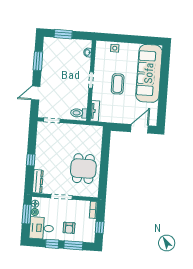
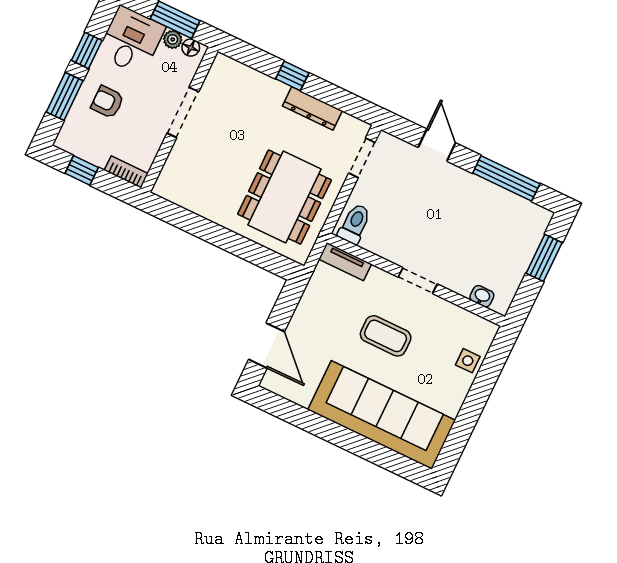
window: (38, 61) -> (506, 178), width x1.44
dining table: (83, 169) -> (285, 197), moved, width x1.38
dresser: (38, 181) -> (312, 108), moved

